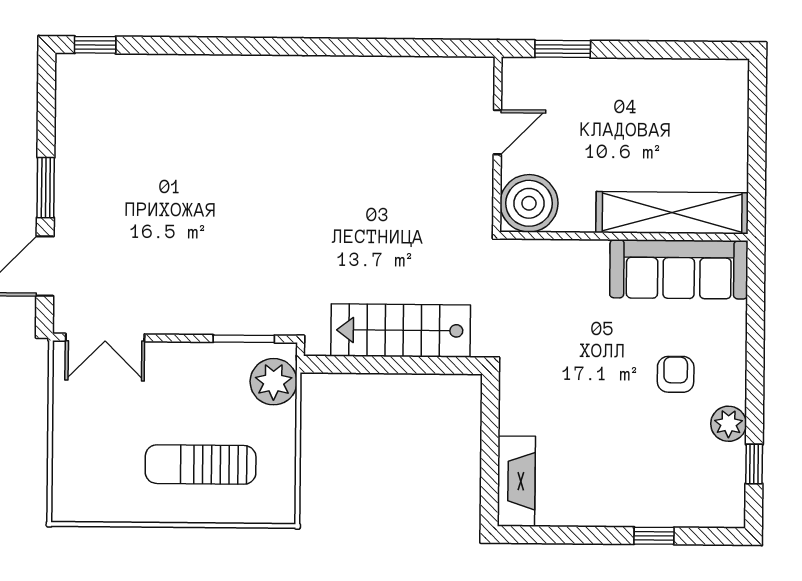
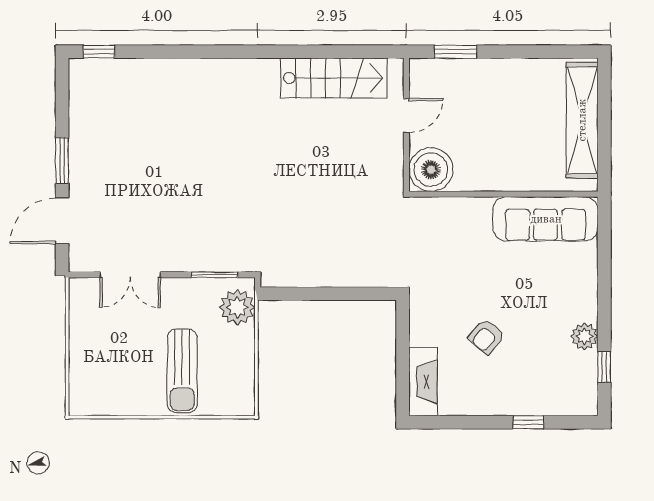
shelving: (672, 213) -> (582, 120), moved, turned 90
stairs: (401, 330) -> (334, 78), moved, turned 180
double door: (105, 338) -> (130, 275), moved
armchair: (676, 374) -> (486, 336), moved, turned -140
sun lounger: (201, 465) -> (182, 371), turned -90

